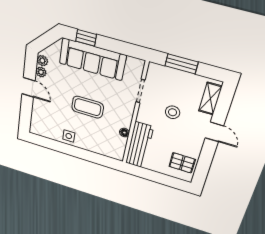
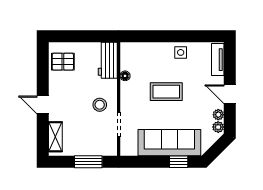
stool: (173, 112) -> (100, 105), moved
tv unit: (36, 120) -> (218, 60), added
workbench: (139, 145) -> (108, 60), width x0.73

